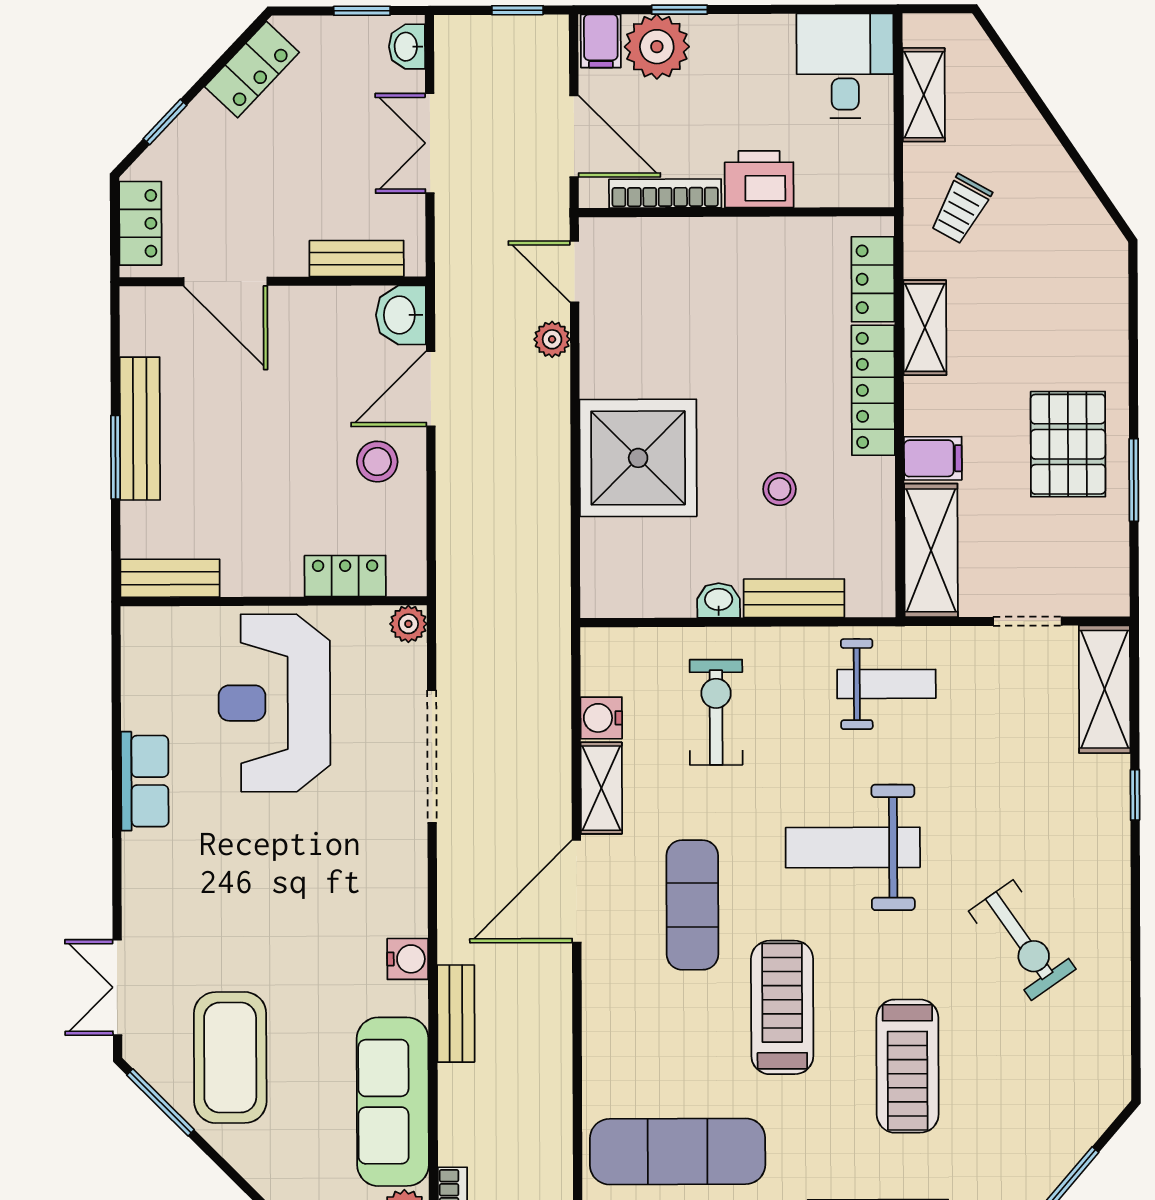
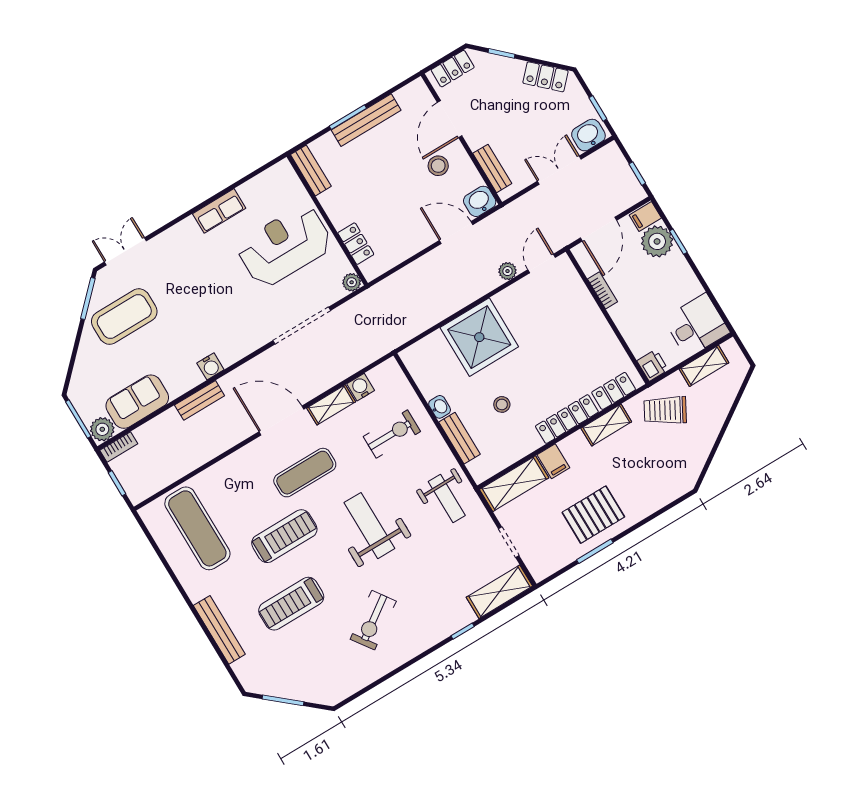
washbasin: (407, 47) -> (588, 135), width x1.38, depth x1.45
printer: (759, 179) -> (653, 365), moved, width x0.73, depth x0.81
bookcase: (665, 194) -> (602, 290), width x0.64
trolley: (961, 209) -> (665, 410), width x1.36, depth x1.39
stool: (377, 462) -> (438, 166), moved
sofa: (393, 1102) -> (137, 402), width x0.73

